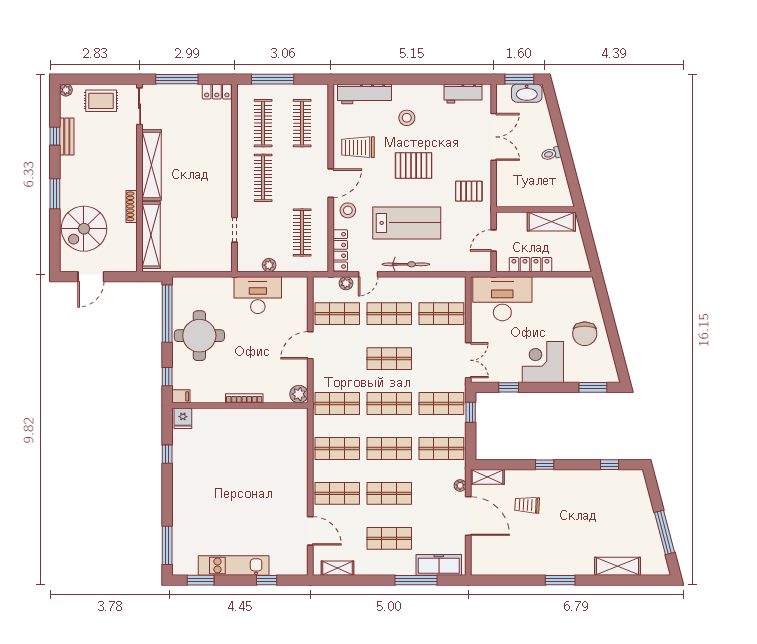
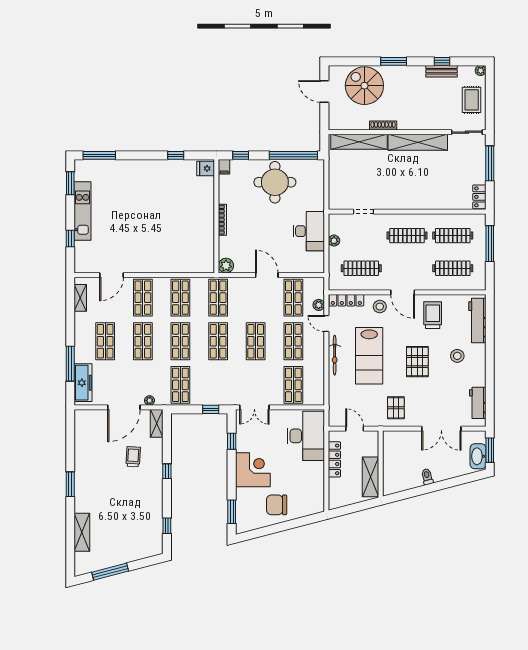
shop shelf: (441, 404) -> (218, 385), removed

